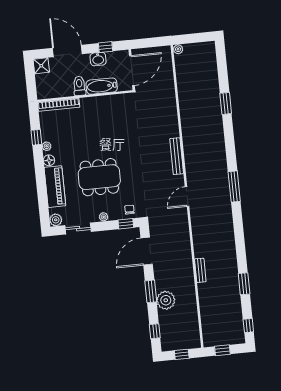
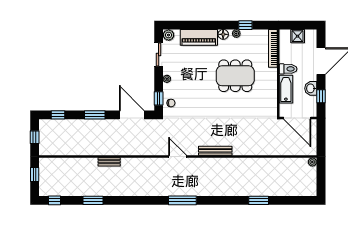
shower: (41, 66) -> (298, 36), moved
dining table: (99, 177) -> (235, 76), moved, turned 90
plant: (166, 300) -> (85, 128), removed

